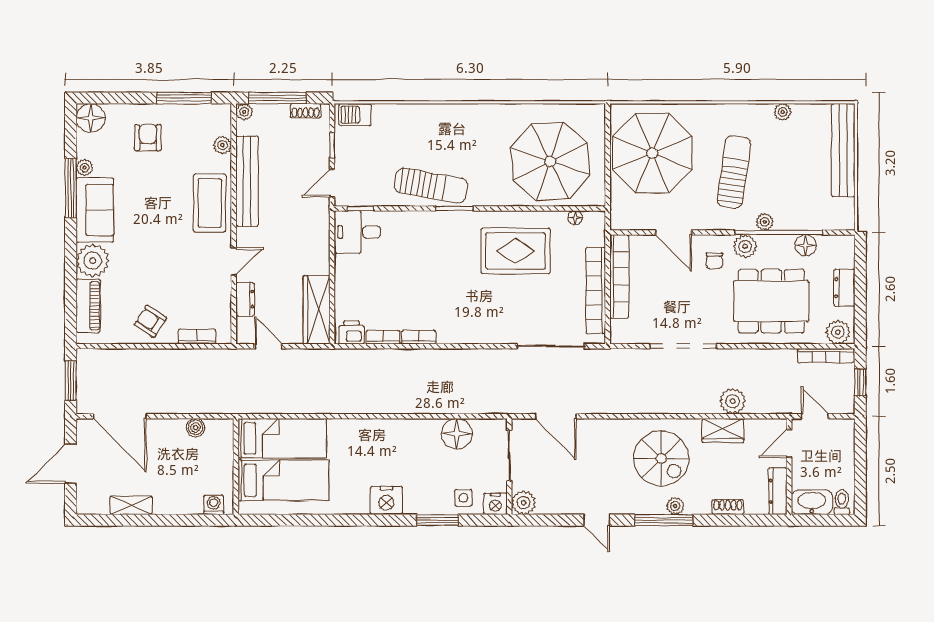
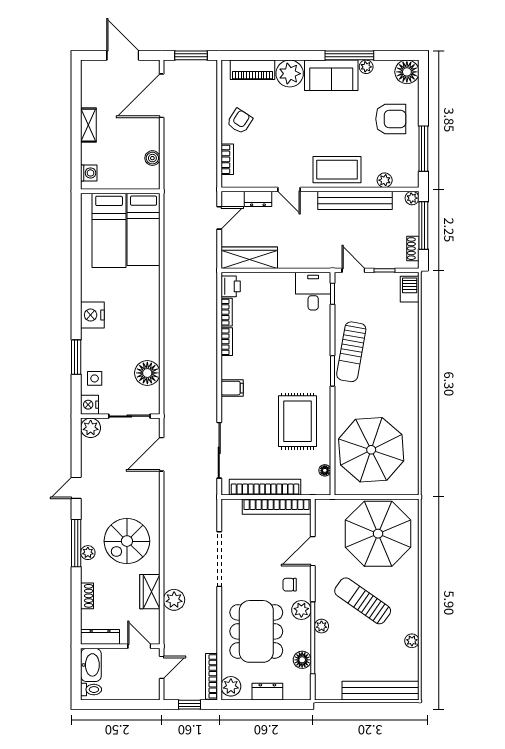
armchair: (148, 138) -> (391, 119), width x1.38, depth x1.38
sun lounger: (734, 172) -> (363, 601), turned -153
filing cabinet: (475, 331) -> (232, 388), added
shelving: (131, 505) -> (88, 125), moved

